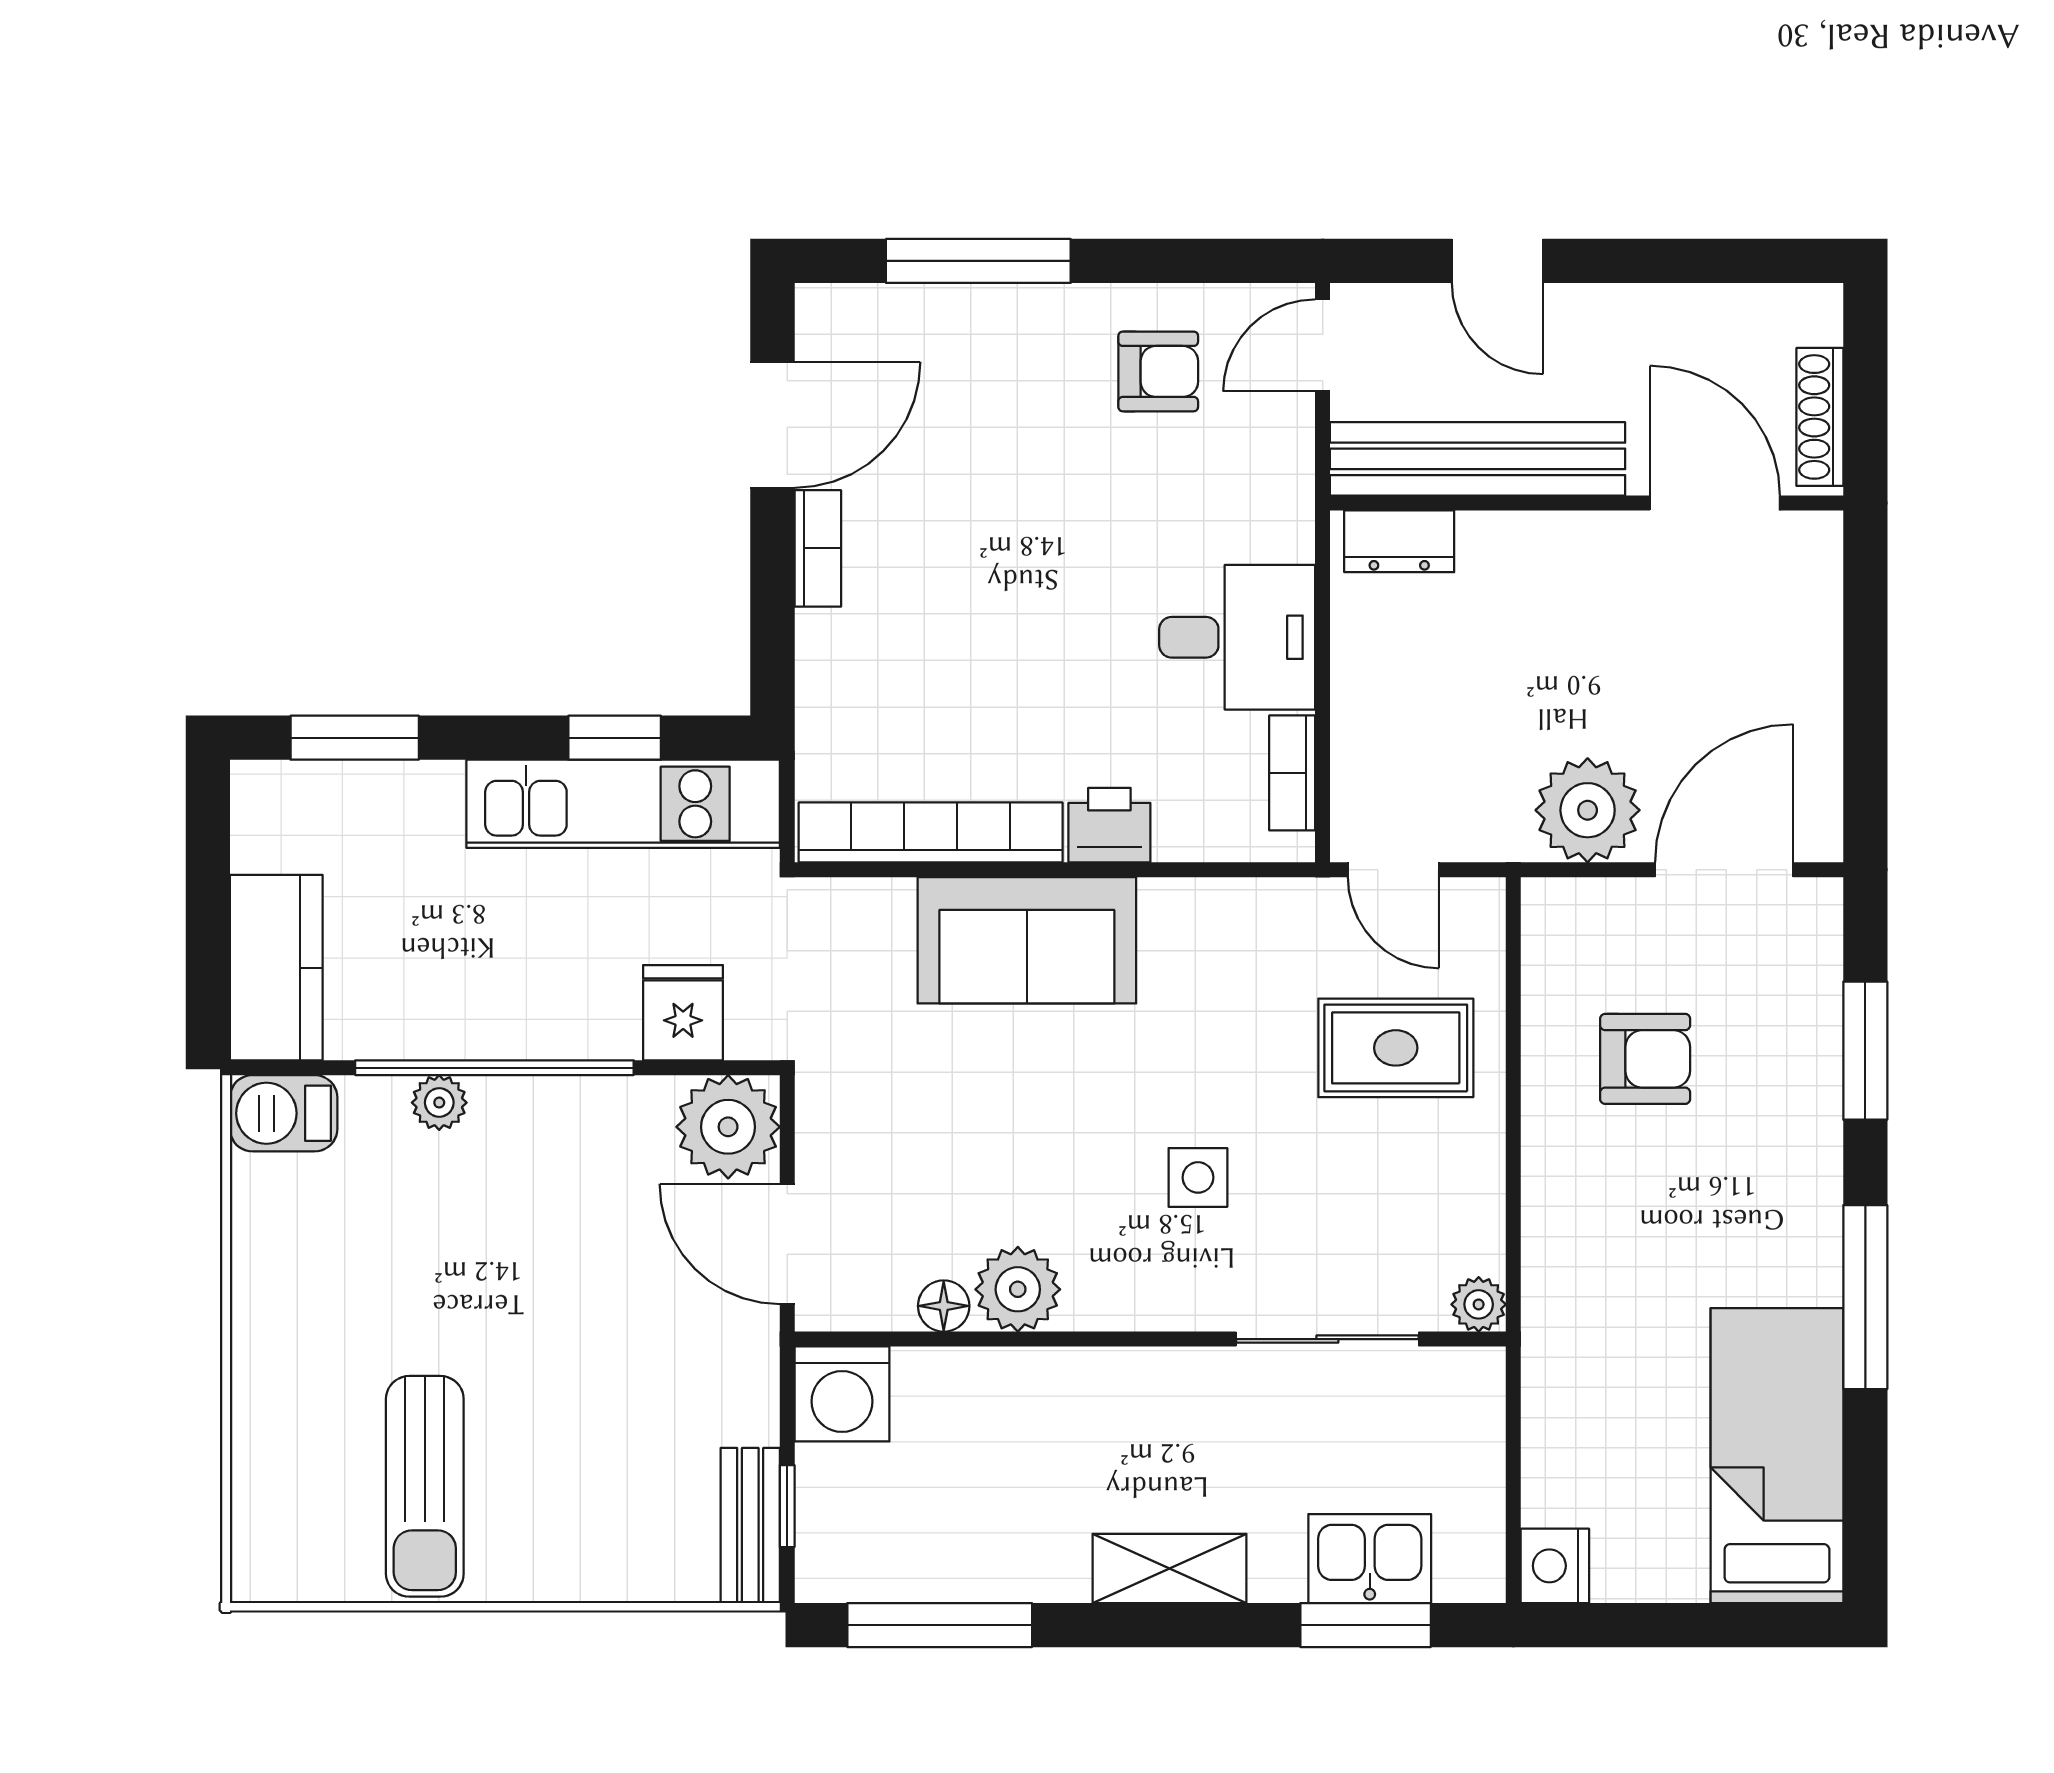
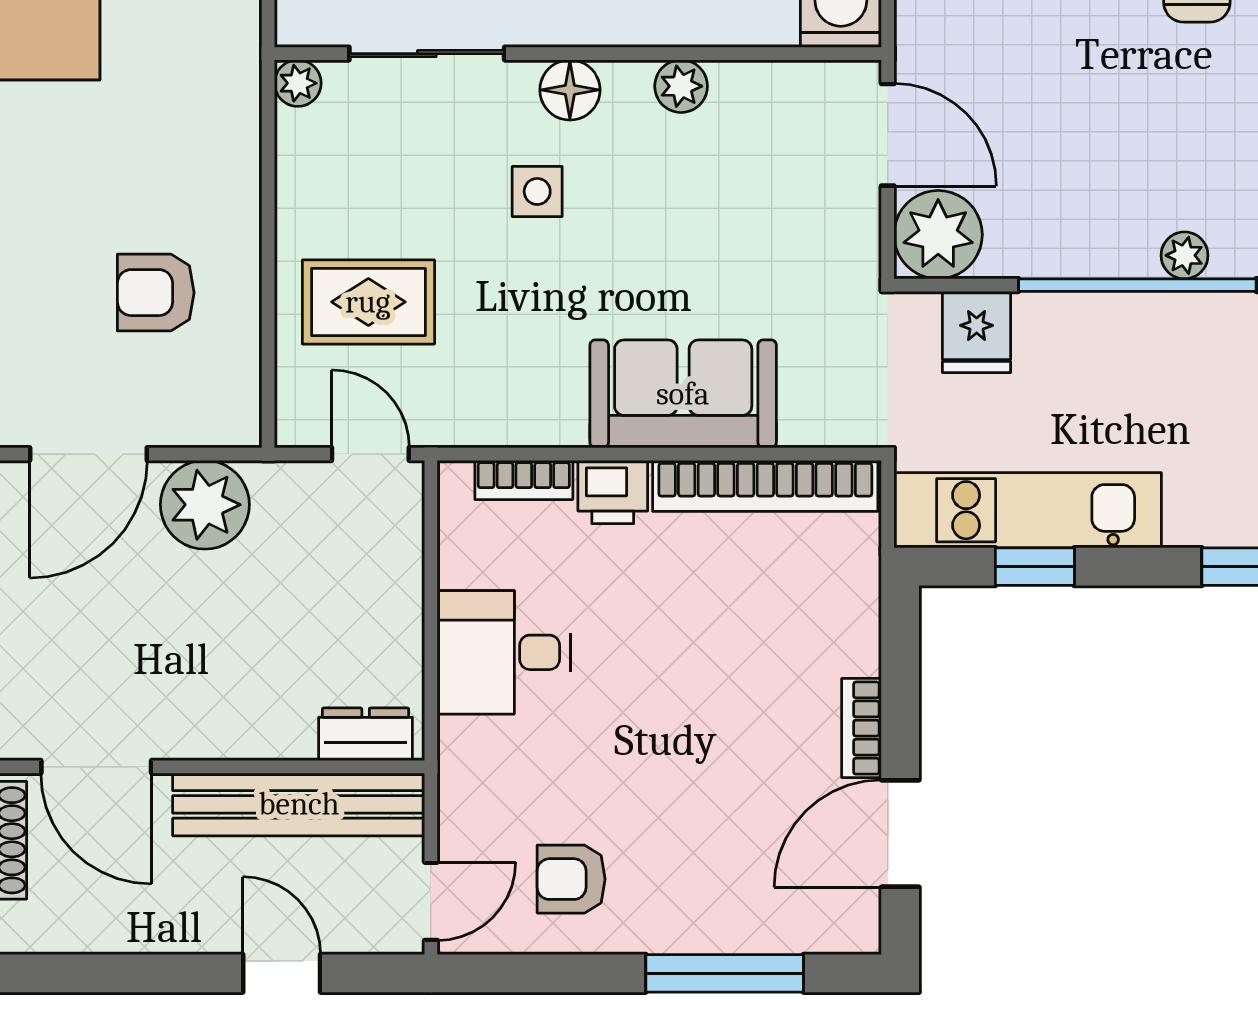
bookcase: (1292, 773) -> (524, 480), moved, turned 90
plant: (1018, 1289) -> (681, 86), width x0.73, depth x0.73
floor lamp: (944, 1306) -> (570, 90), moved, width x1.37, depth x1.37

